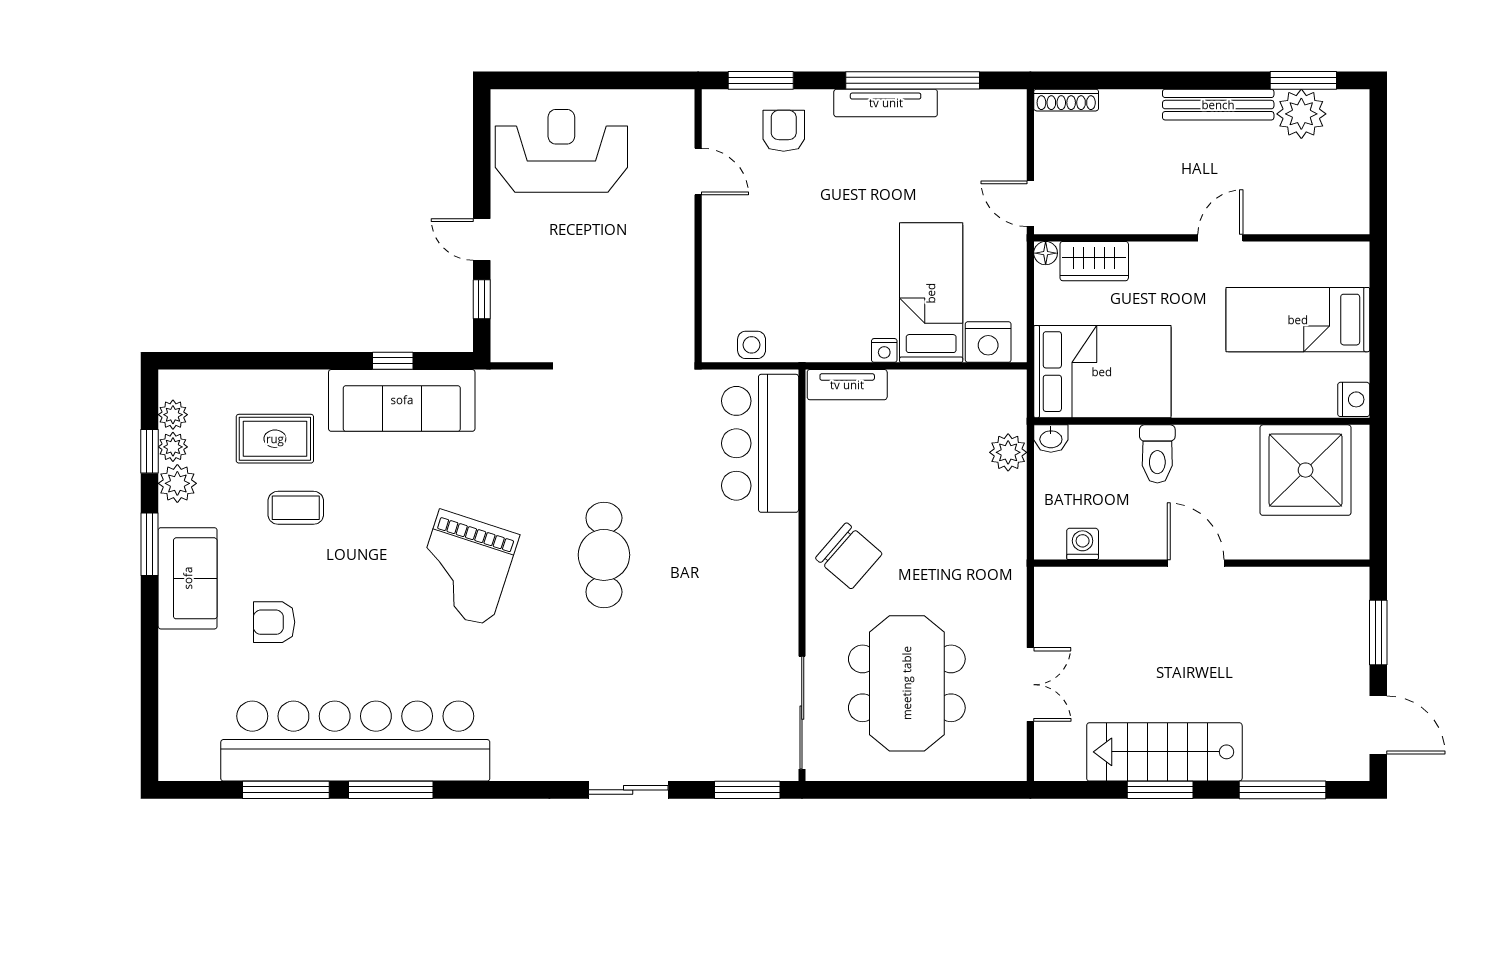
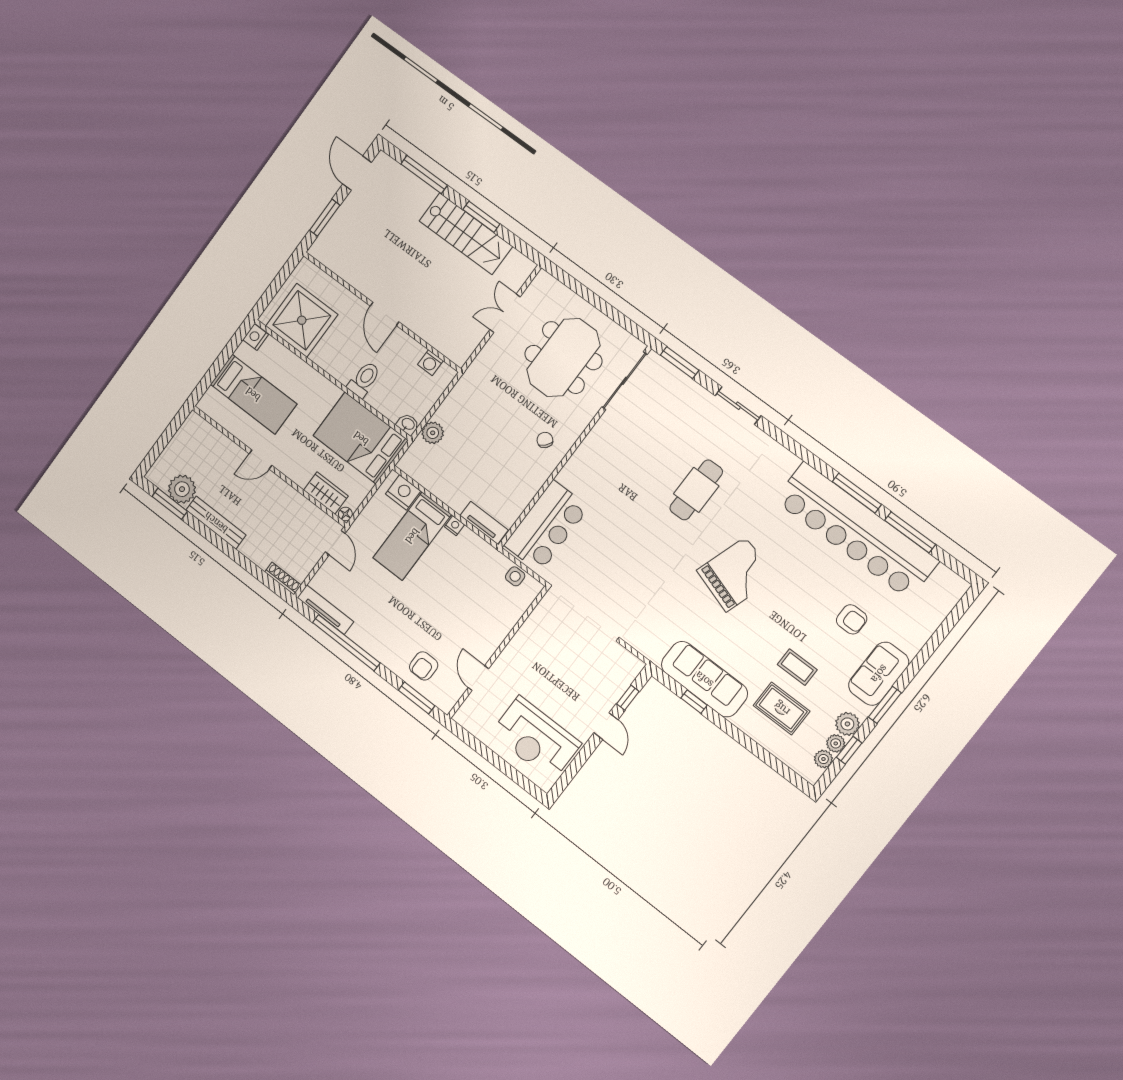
tv unit: (886, 103) -> (325, 610), moved
cafe table: (604, 555) -> (696, 490), moved
chair: (849, 556) -> (545, 440), width x0.54, depth x0.54

